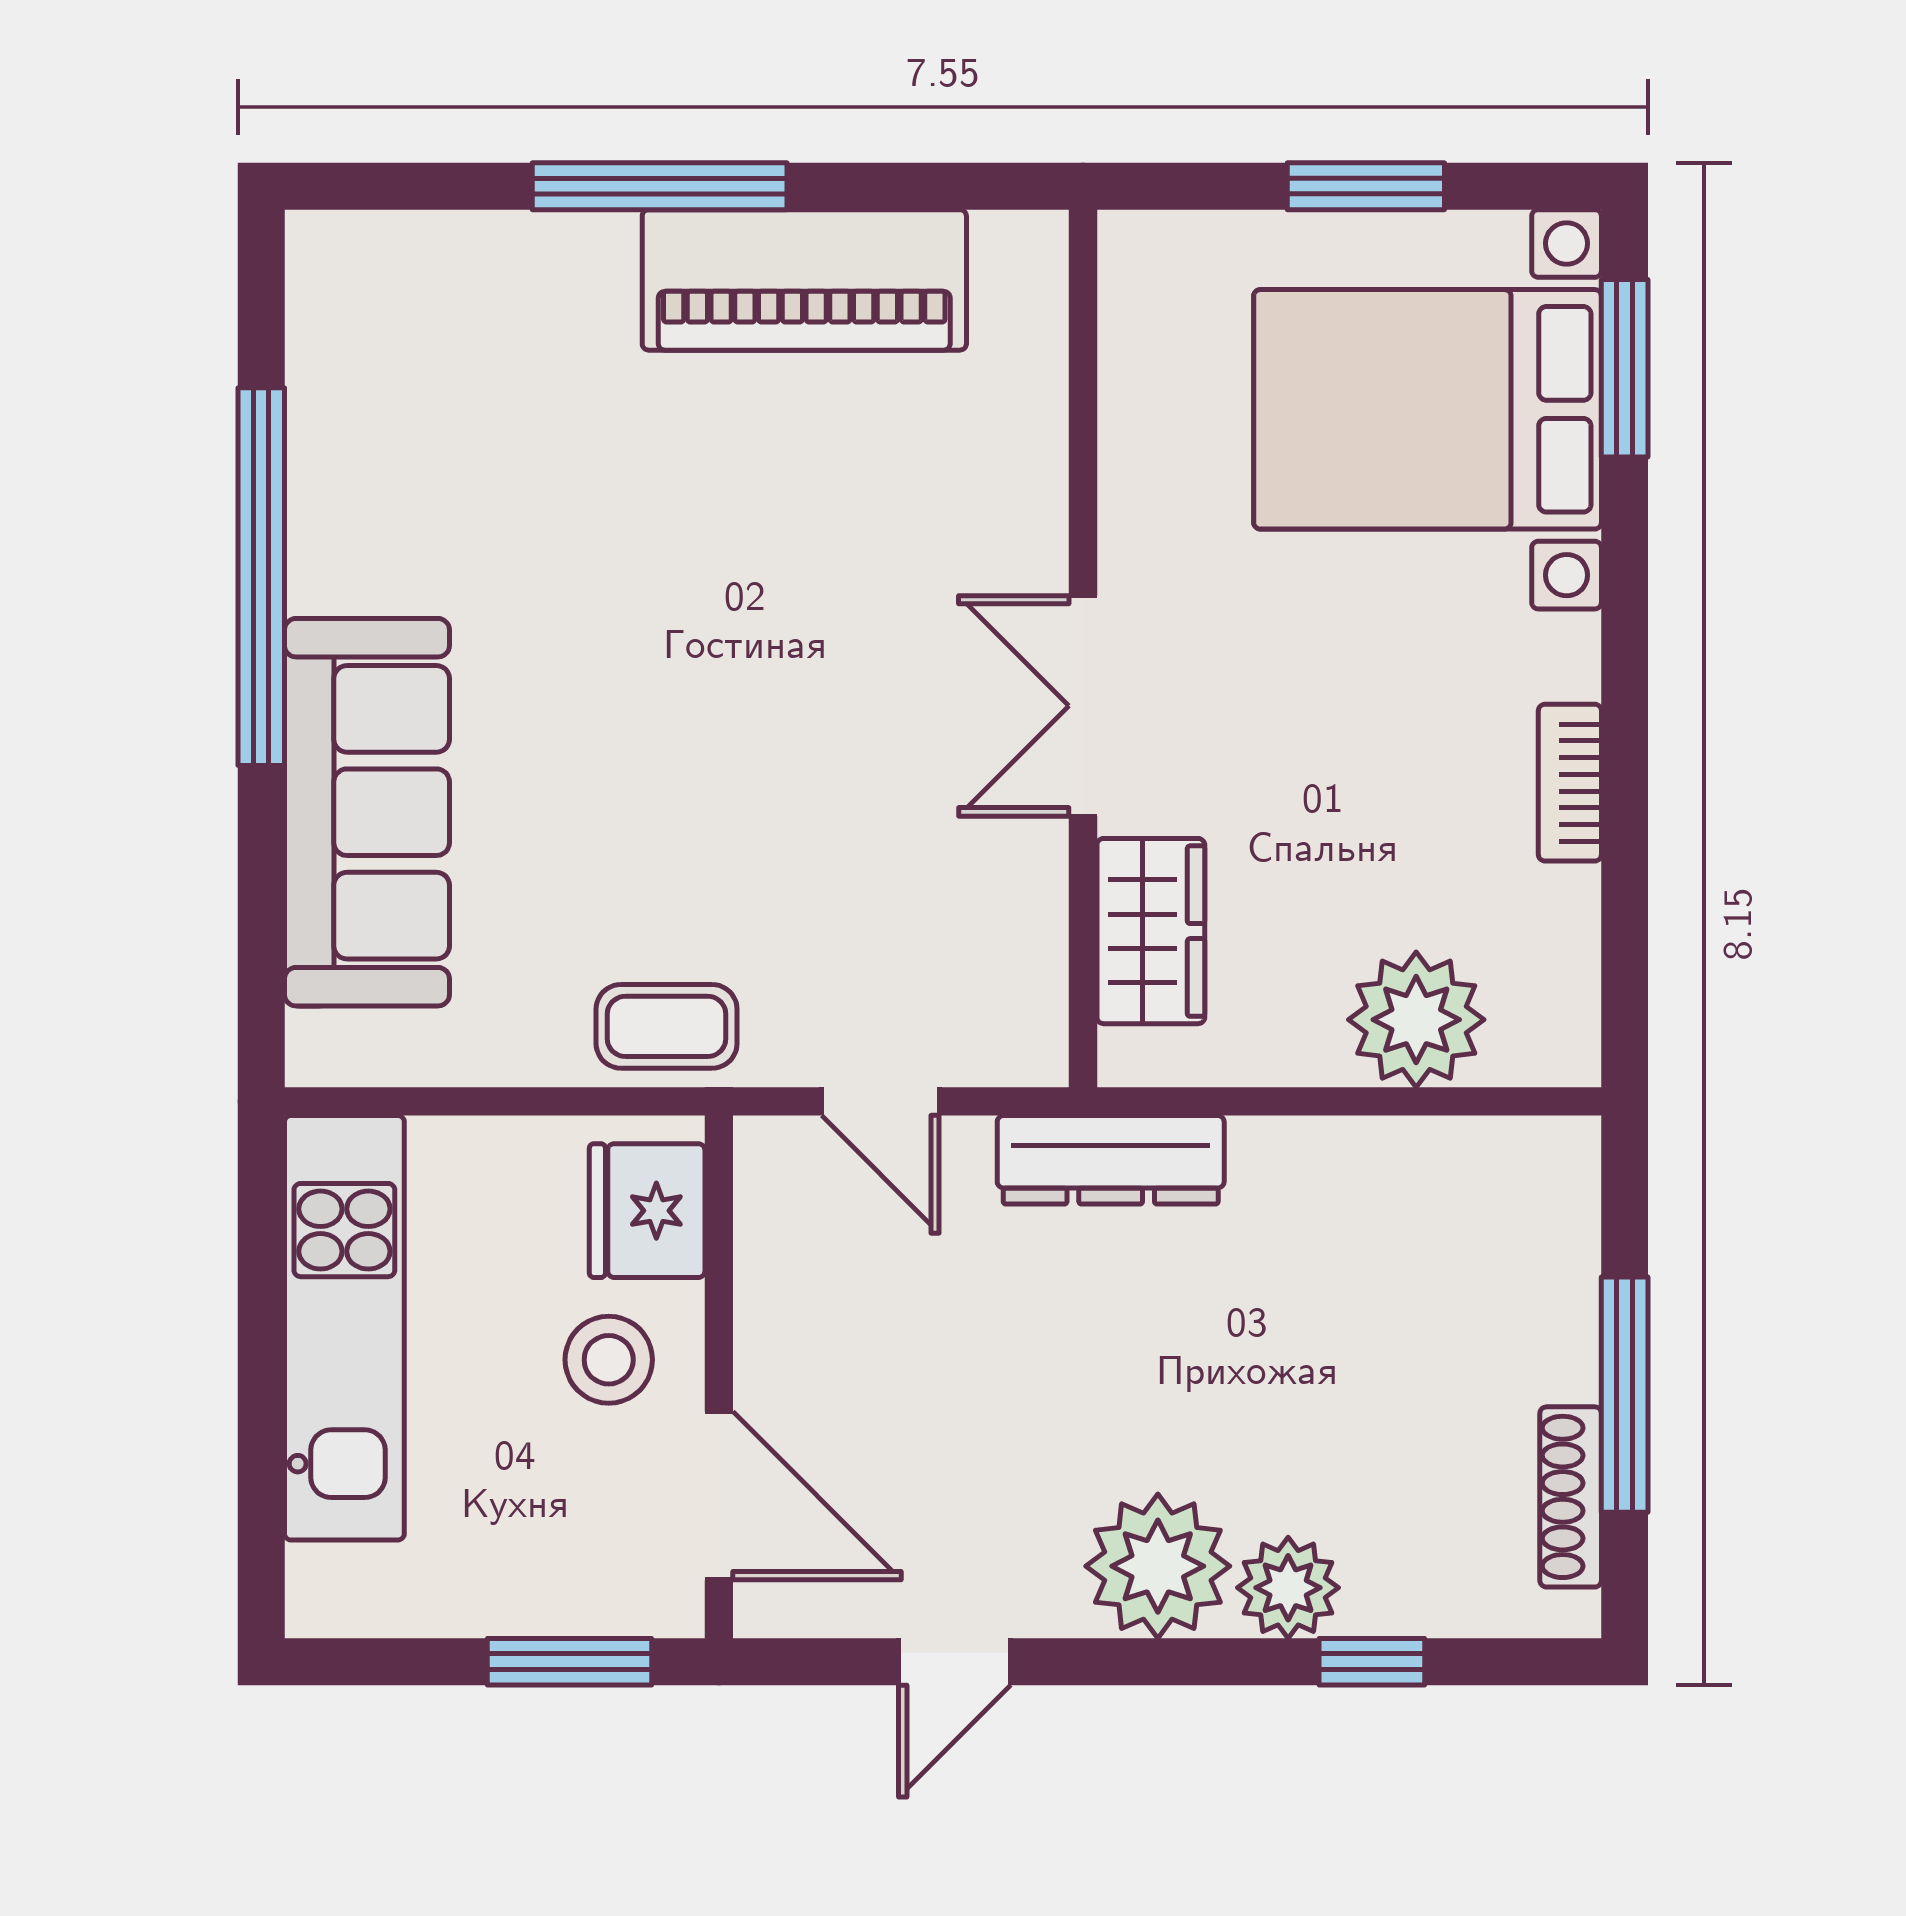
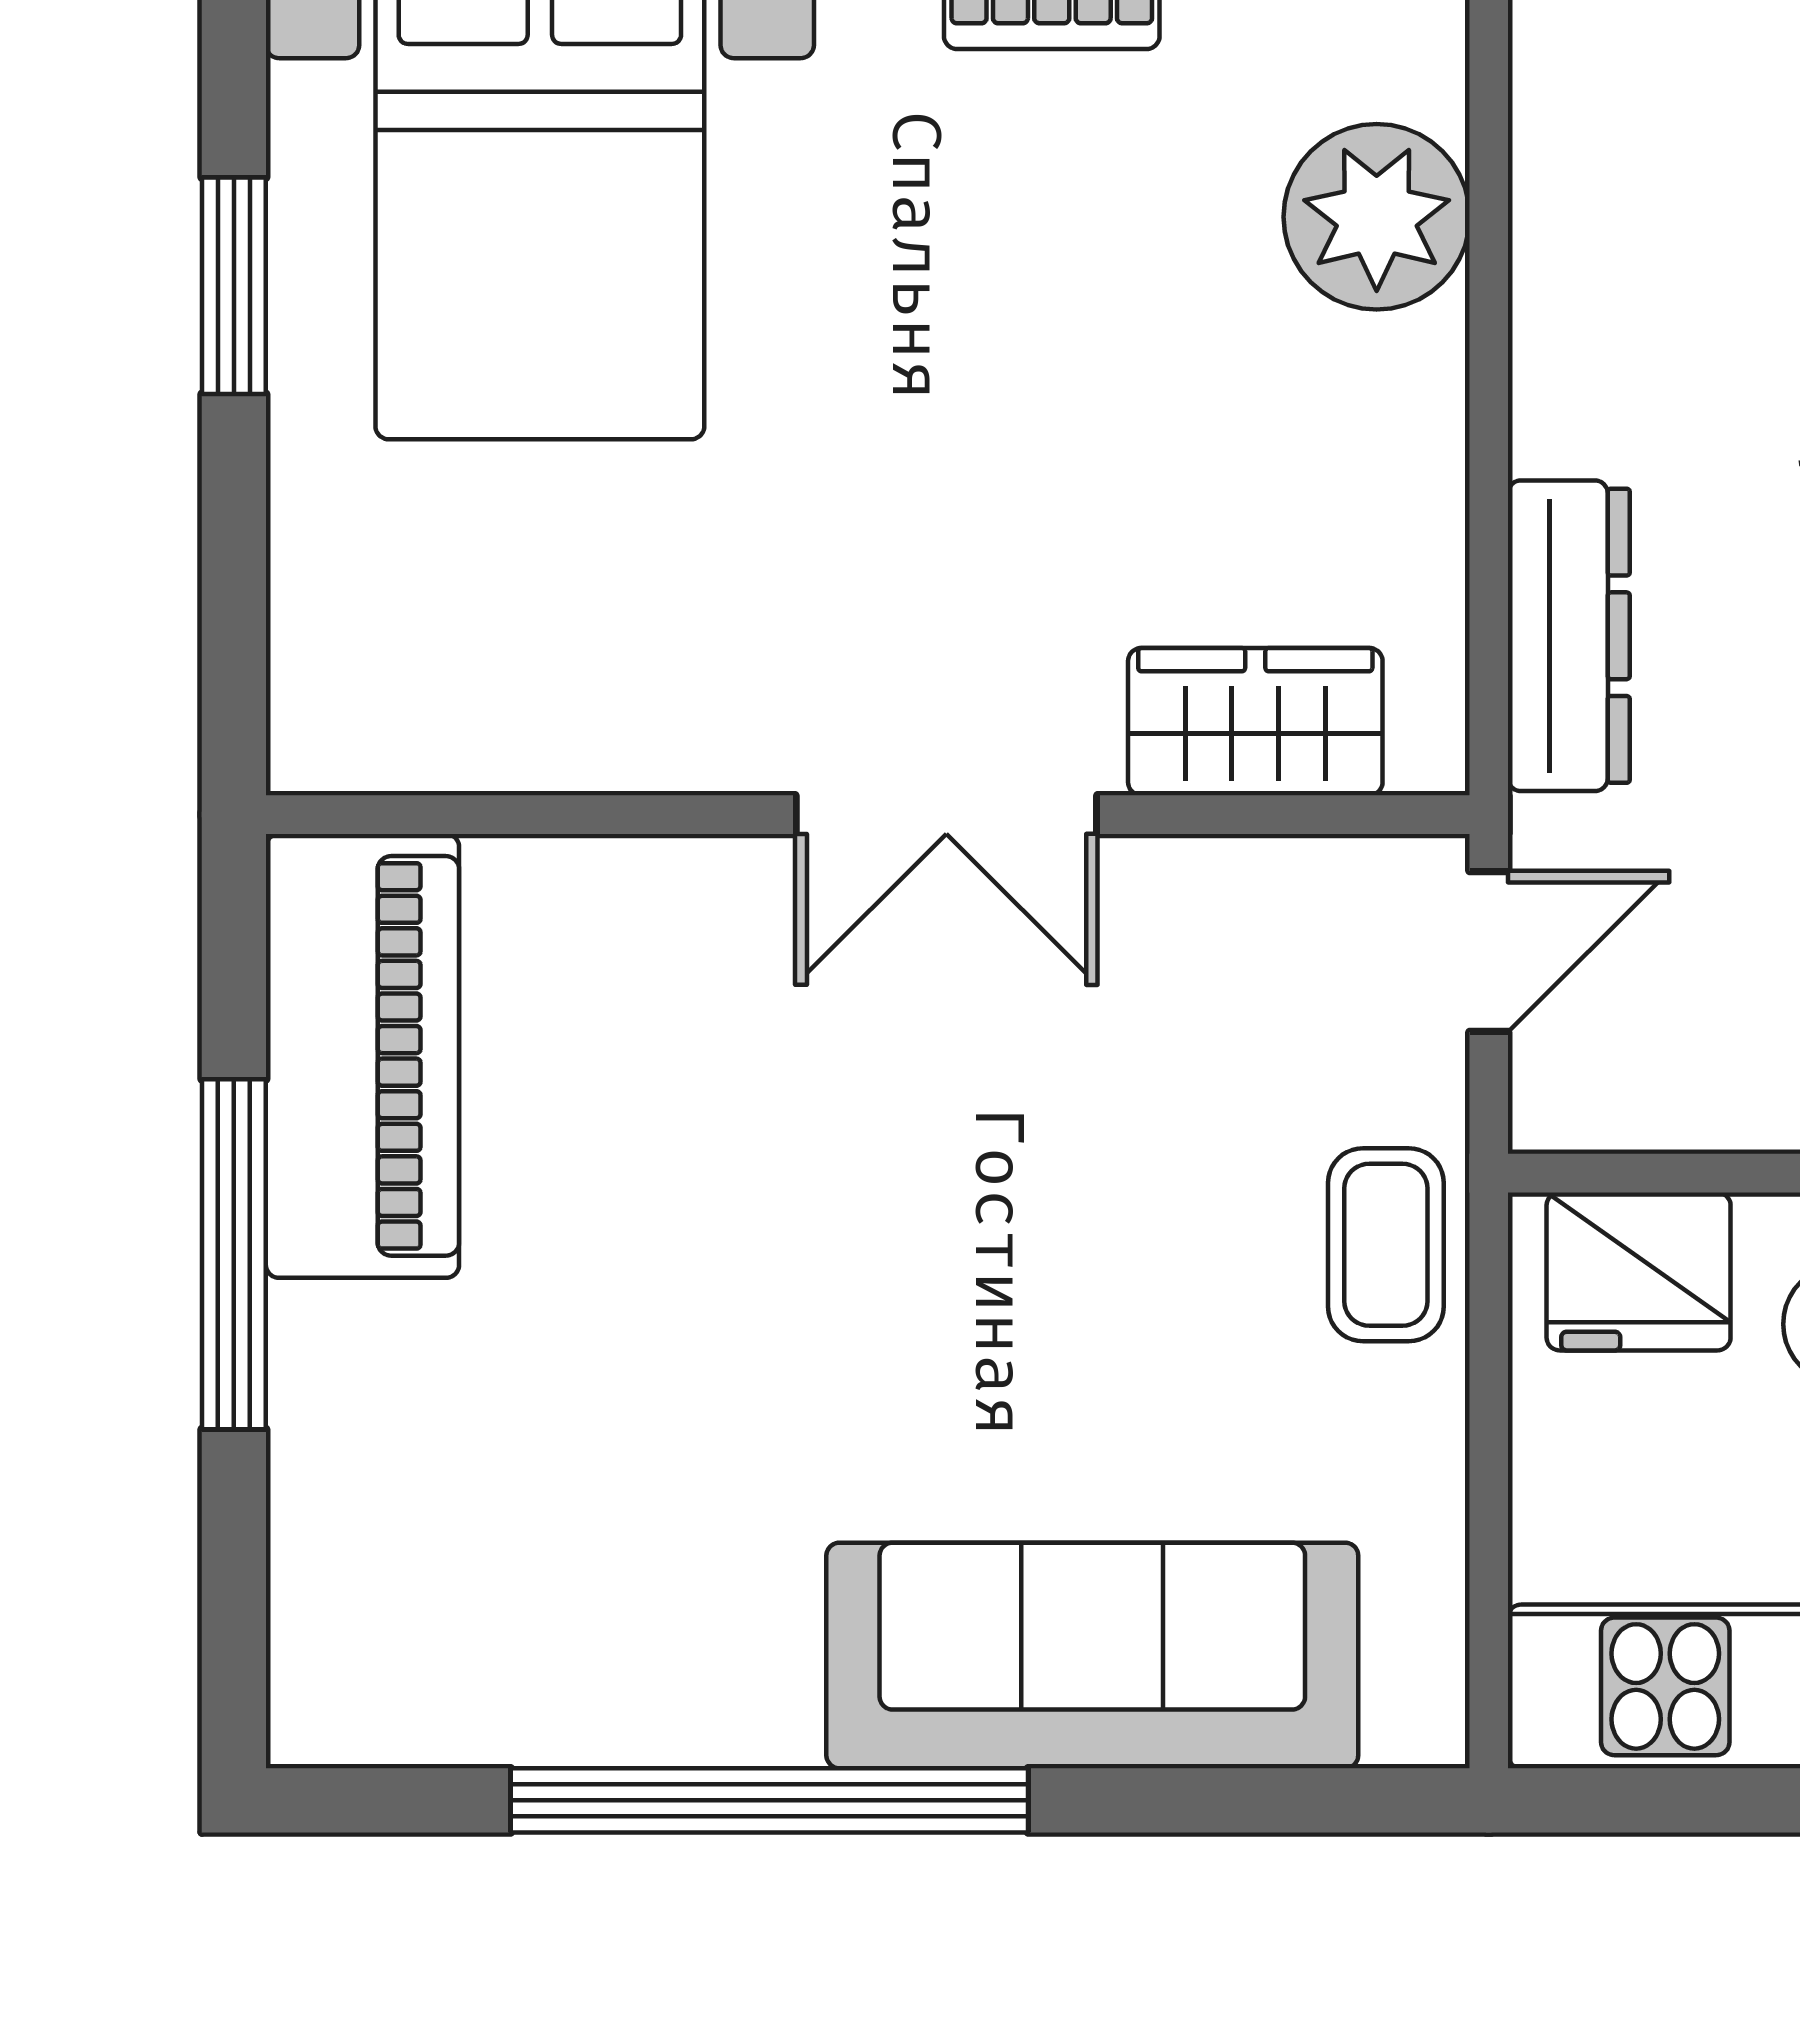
wall: (1083, 648) -> (868, 815), moved
double door: (1083, 706) -> (946, 815), moved
wardrobe: (1151, 931) -> (1255, 722), moved

